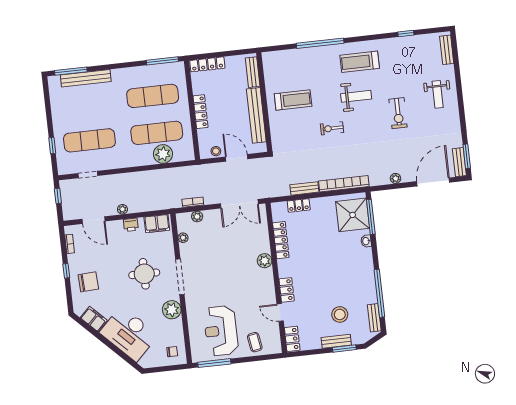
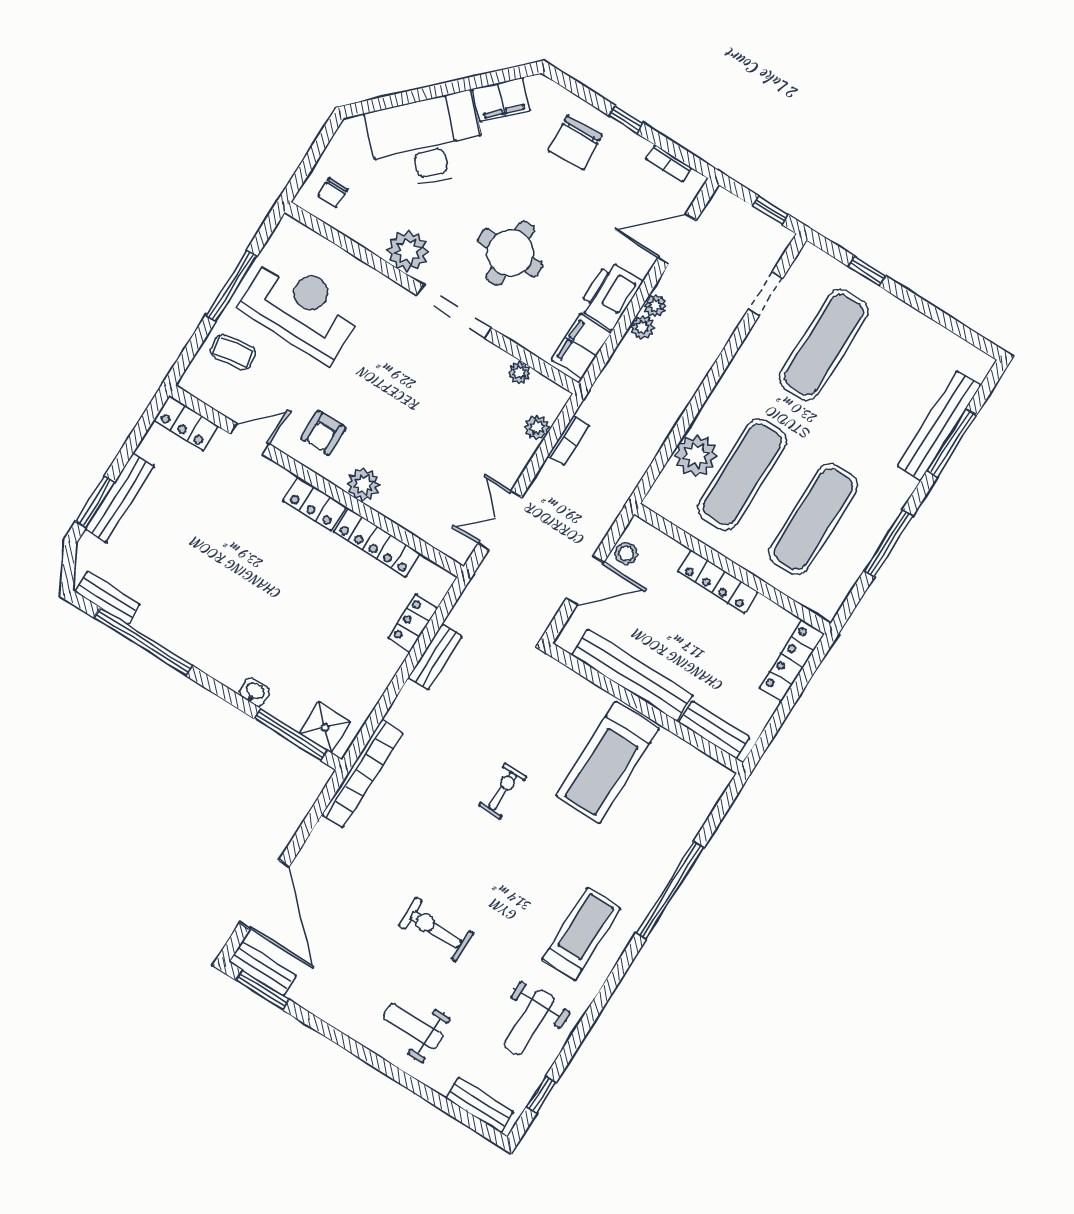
window: (406, 34) -> (541, 1095), moved
window: (162, 61) -> (888, 543), moved
window: (71, 71) -> (952, 443), moved
weight bench: (356, 96) -> (529, 1022), moved
treadmill: (293, 100) -> (608, 762), width x1.37, depth x1.38
plant: (395, 178) -> (642, 327), moved
bookcase: (344, 184) -> (362, 774), moved
double door: (239, 204) -> (500, 521), width x0.73
shower: (353, 215) -> (325, 727), width x0.54, depth x0.54
printer: (131, 225) -> (610, 295), width x1.87, depth x1.48
armchair: (258, 289) -> (323, 433), added
locker: (287, 290) -> (315, 504), moved
stool: (340, 314) -> (162, 542), removed
bench: (336, 341) -> (120, 498), width x1.36
window: (214, 363) -> (231, 286), moved

